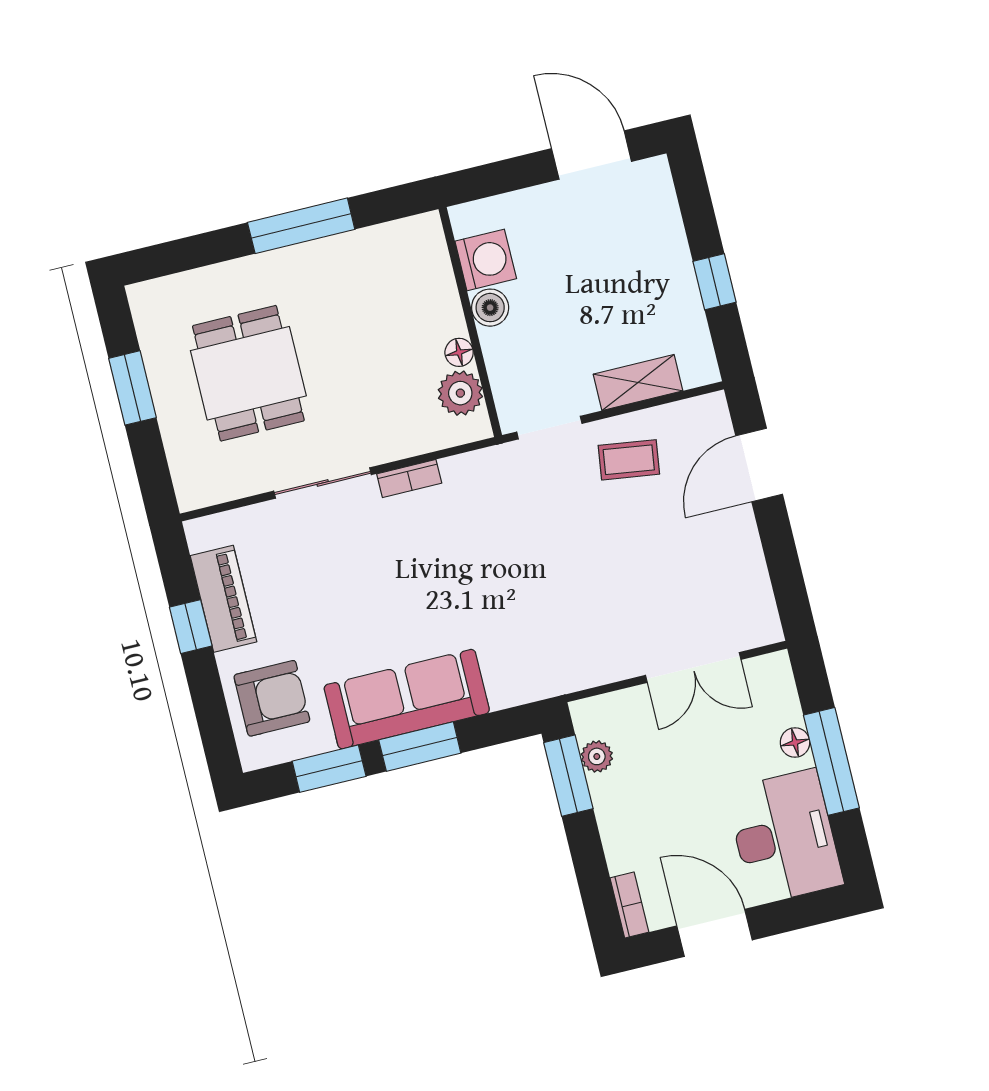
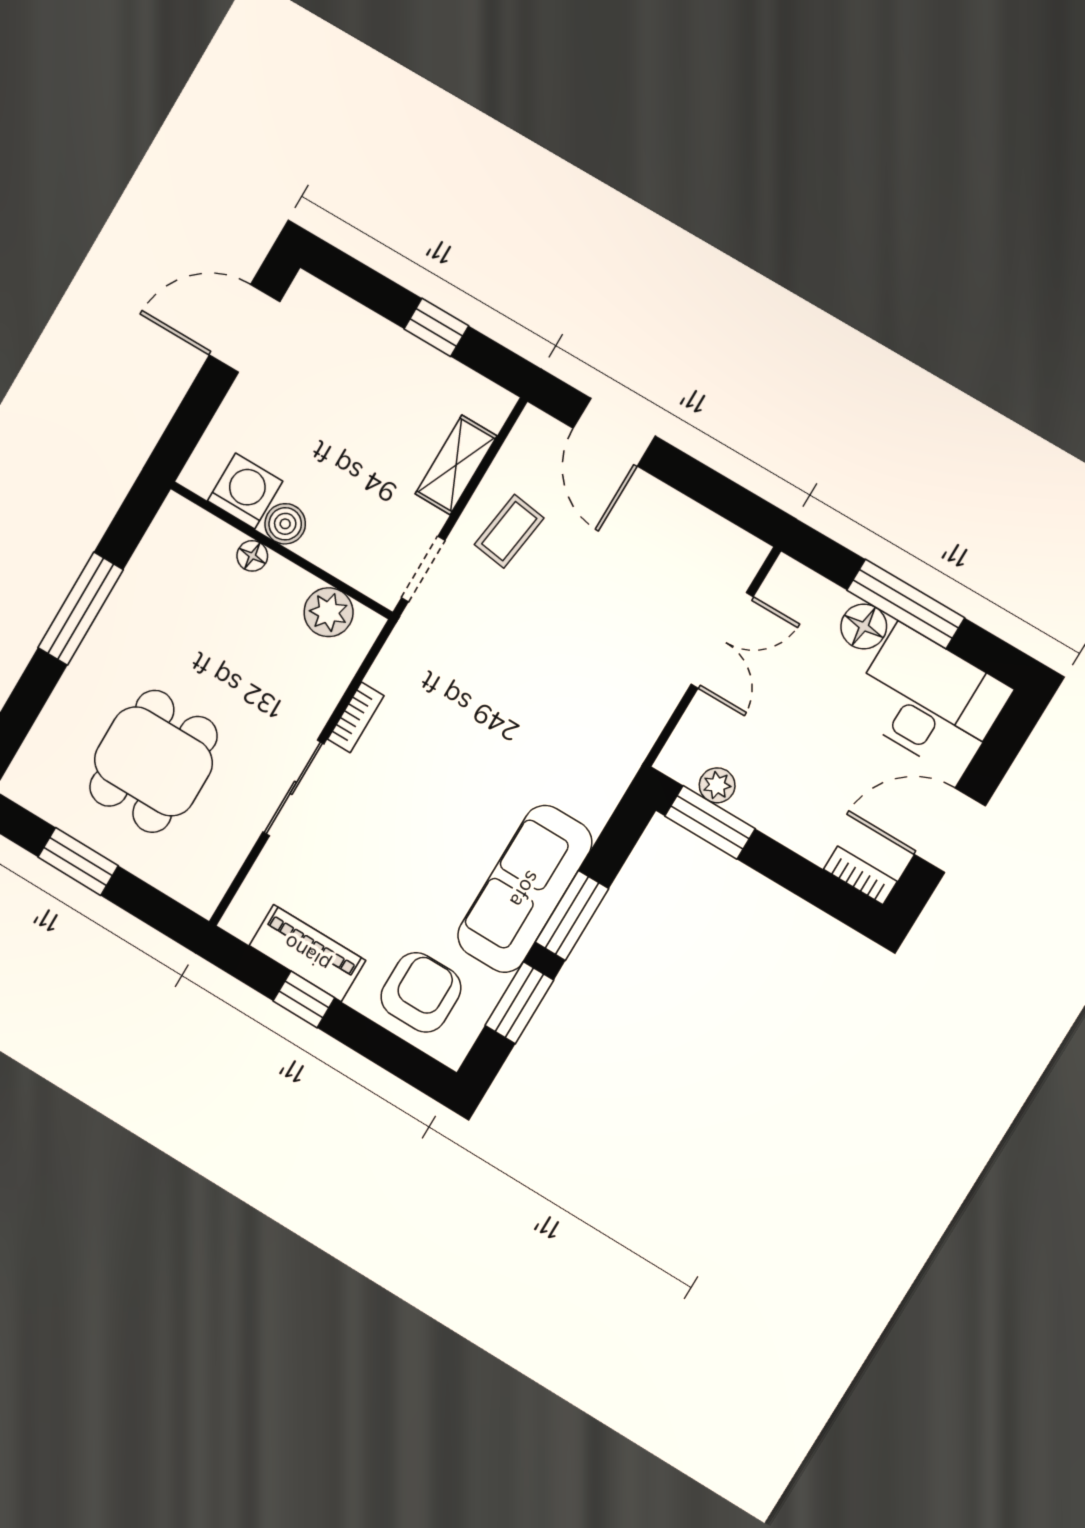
floor lamp: (459, 352) -> (252, 556), moved
dining table: (248, 373) -> (153, 761), turned 90
floor lamp: (795, 742) -> (864, 626), width x1.37, depth x1.37

